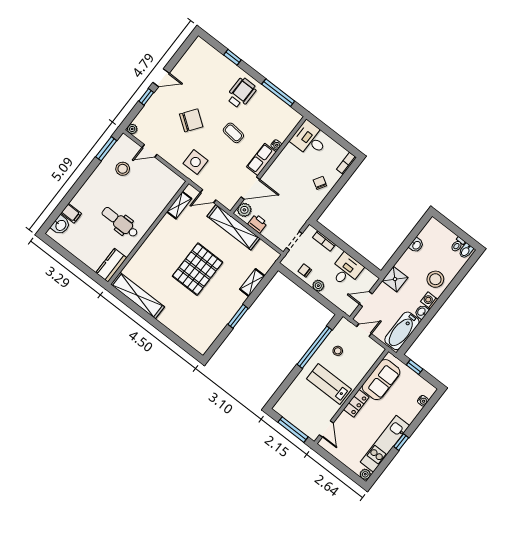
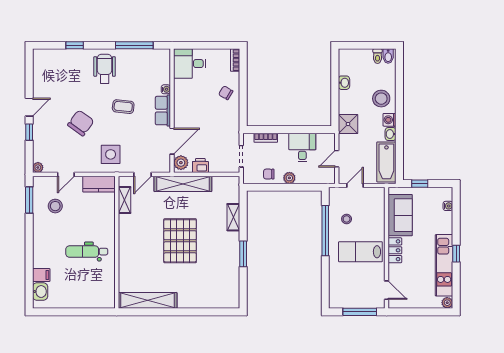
kitchen counter: (111, 265) -> (99, 184), moved, turned -90

